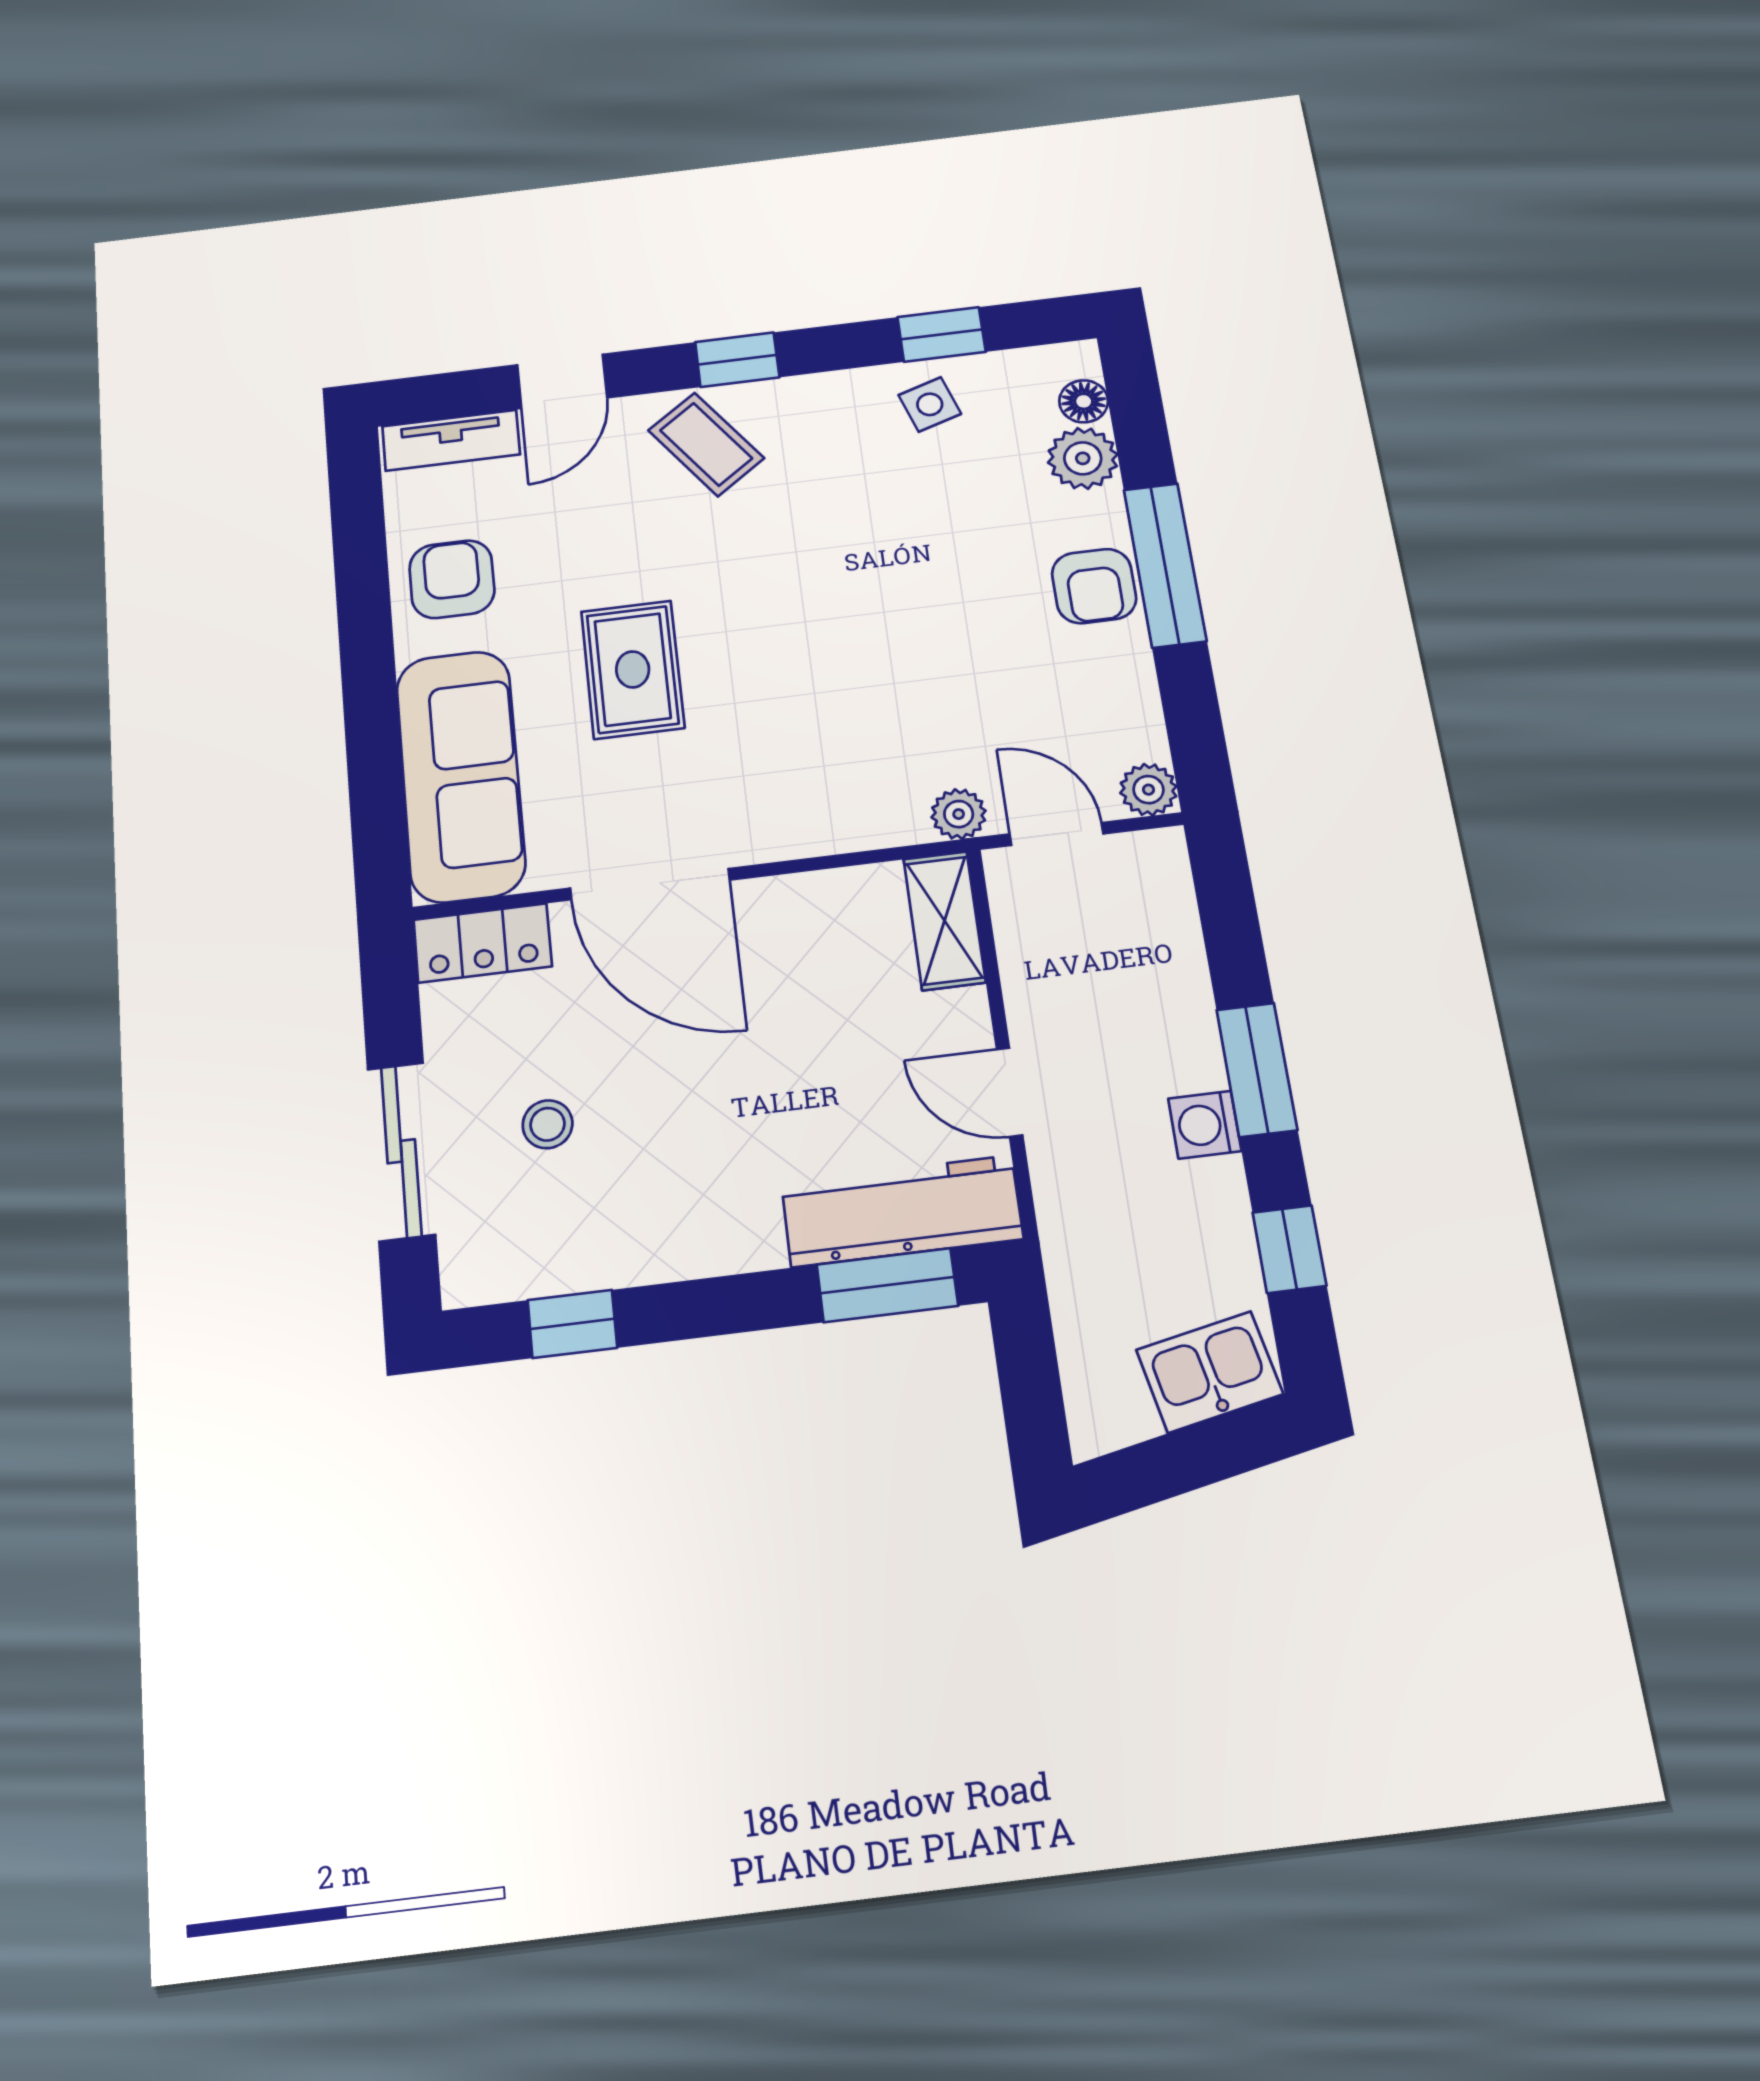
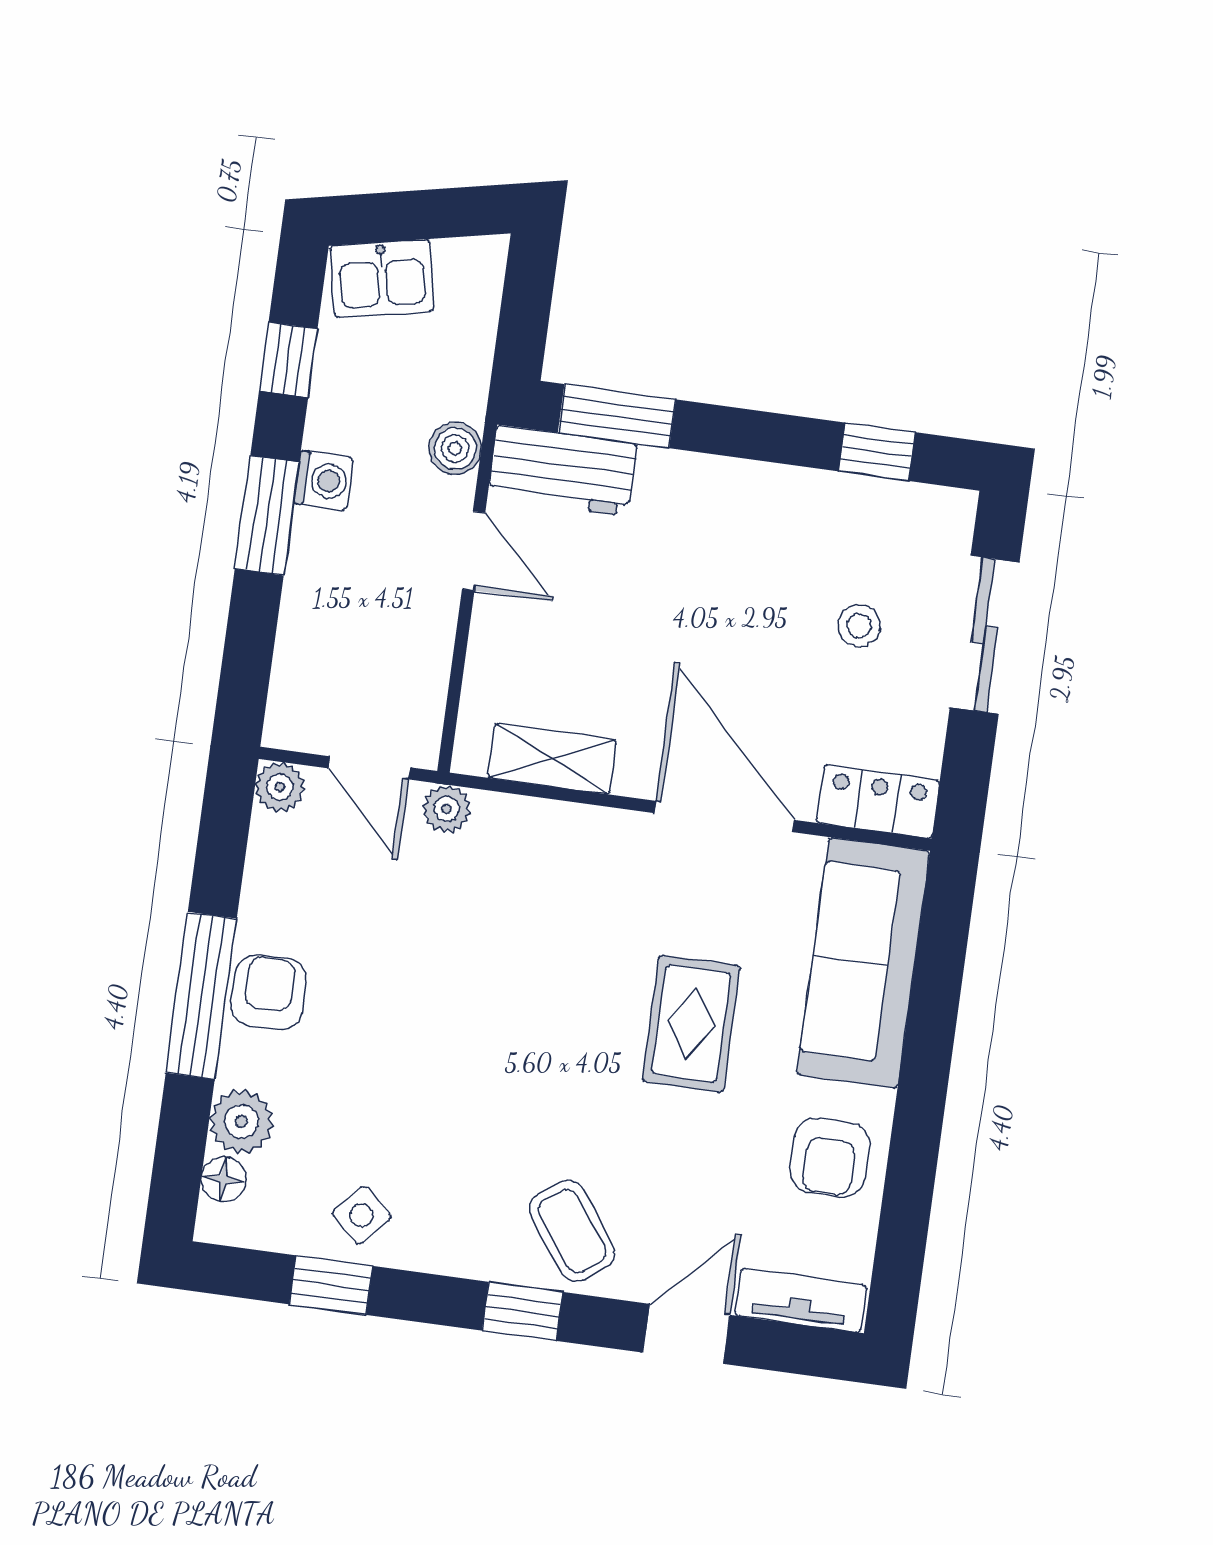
side table: (930, 404) -> (362, 1215), turned -30
shelving: (944, 920) -> (552, 759), moved, turned 90
boiler: (1065, 1200) -> (455, 448), added
workbench: (902, 1211) -> (562, 470), width x0.73

